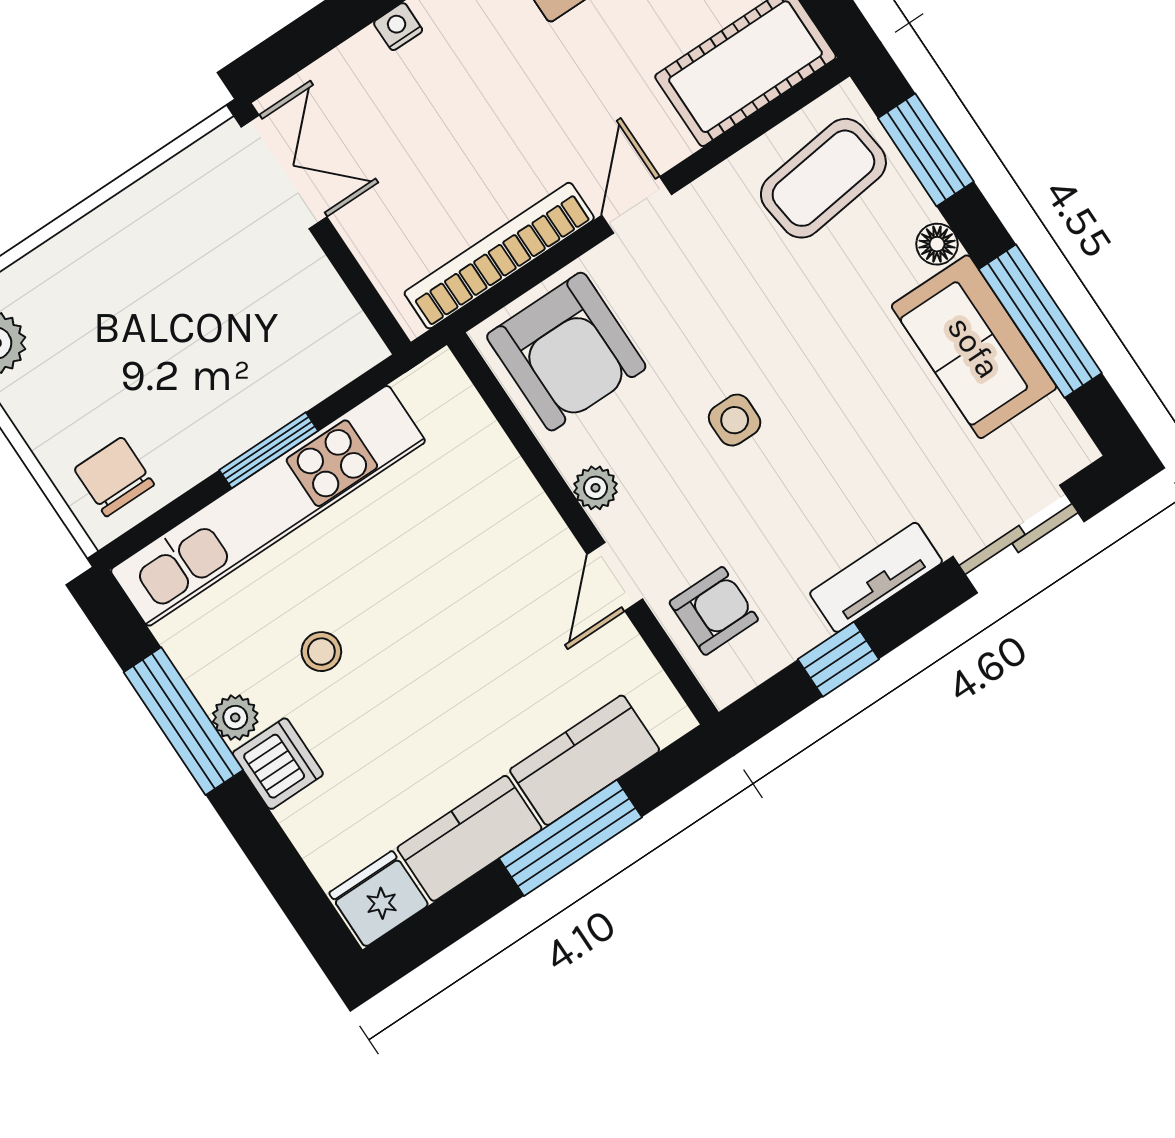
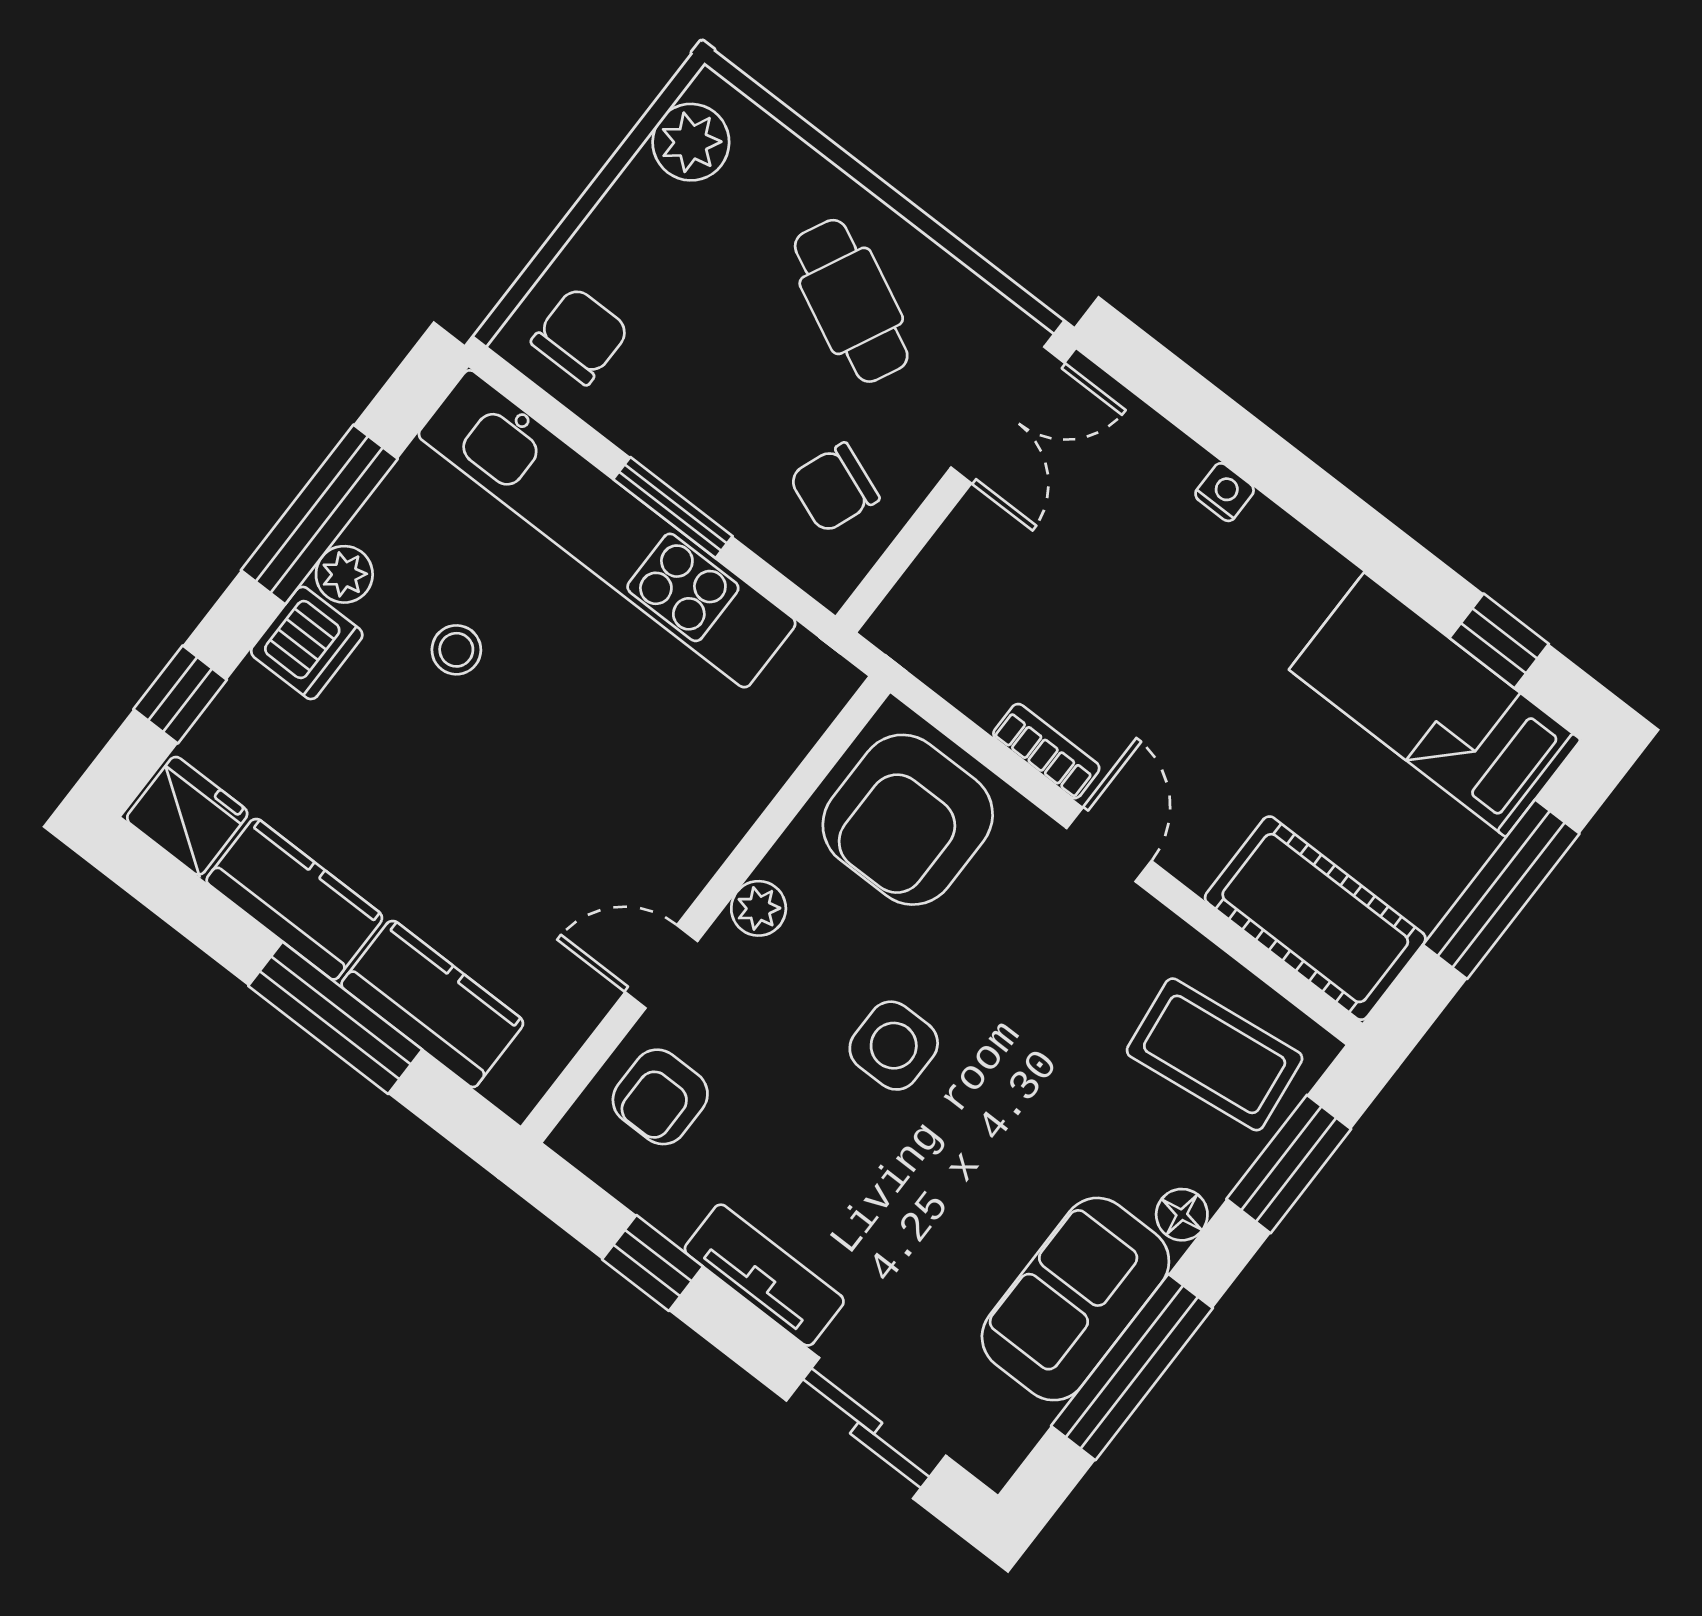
door: (637, 205) -> (1109, 845), hinge flipped
bookcase: (499, 256) -> (1046, 751), width x0.43, depth x0.76
cafe table: (157, 262) -> (851, 301), added
chair: (295, 323) -> (834, 488), added
side table: (735, 420) -> (894, 1046), width x1.37, depth x1.37
armchair: (714, 611) -> (660, 1097), turned 90
window: (285, 873) -> (180, 695), added

